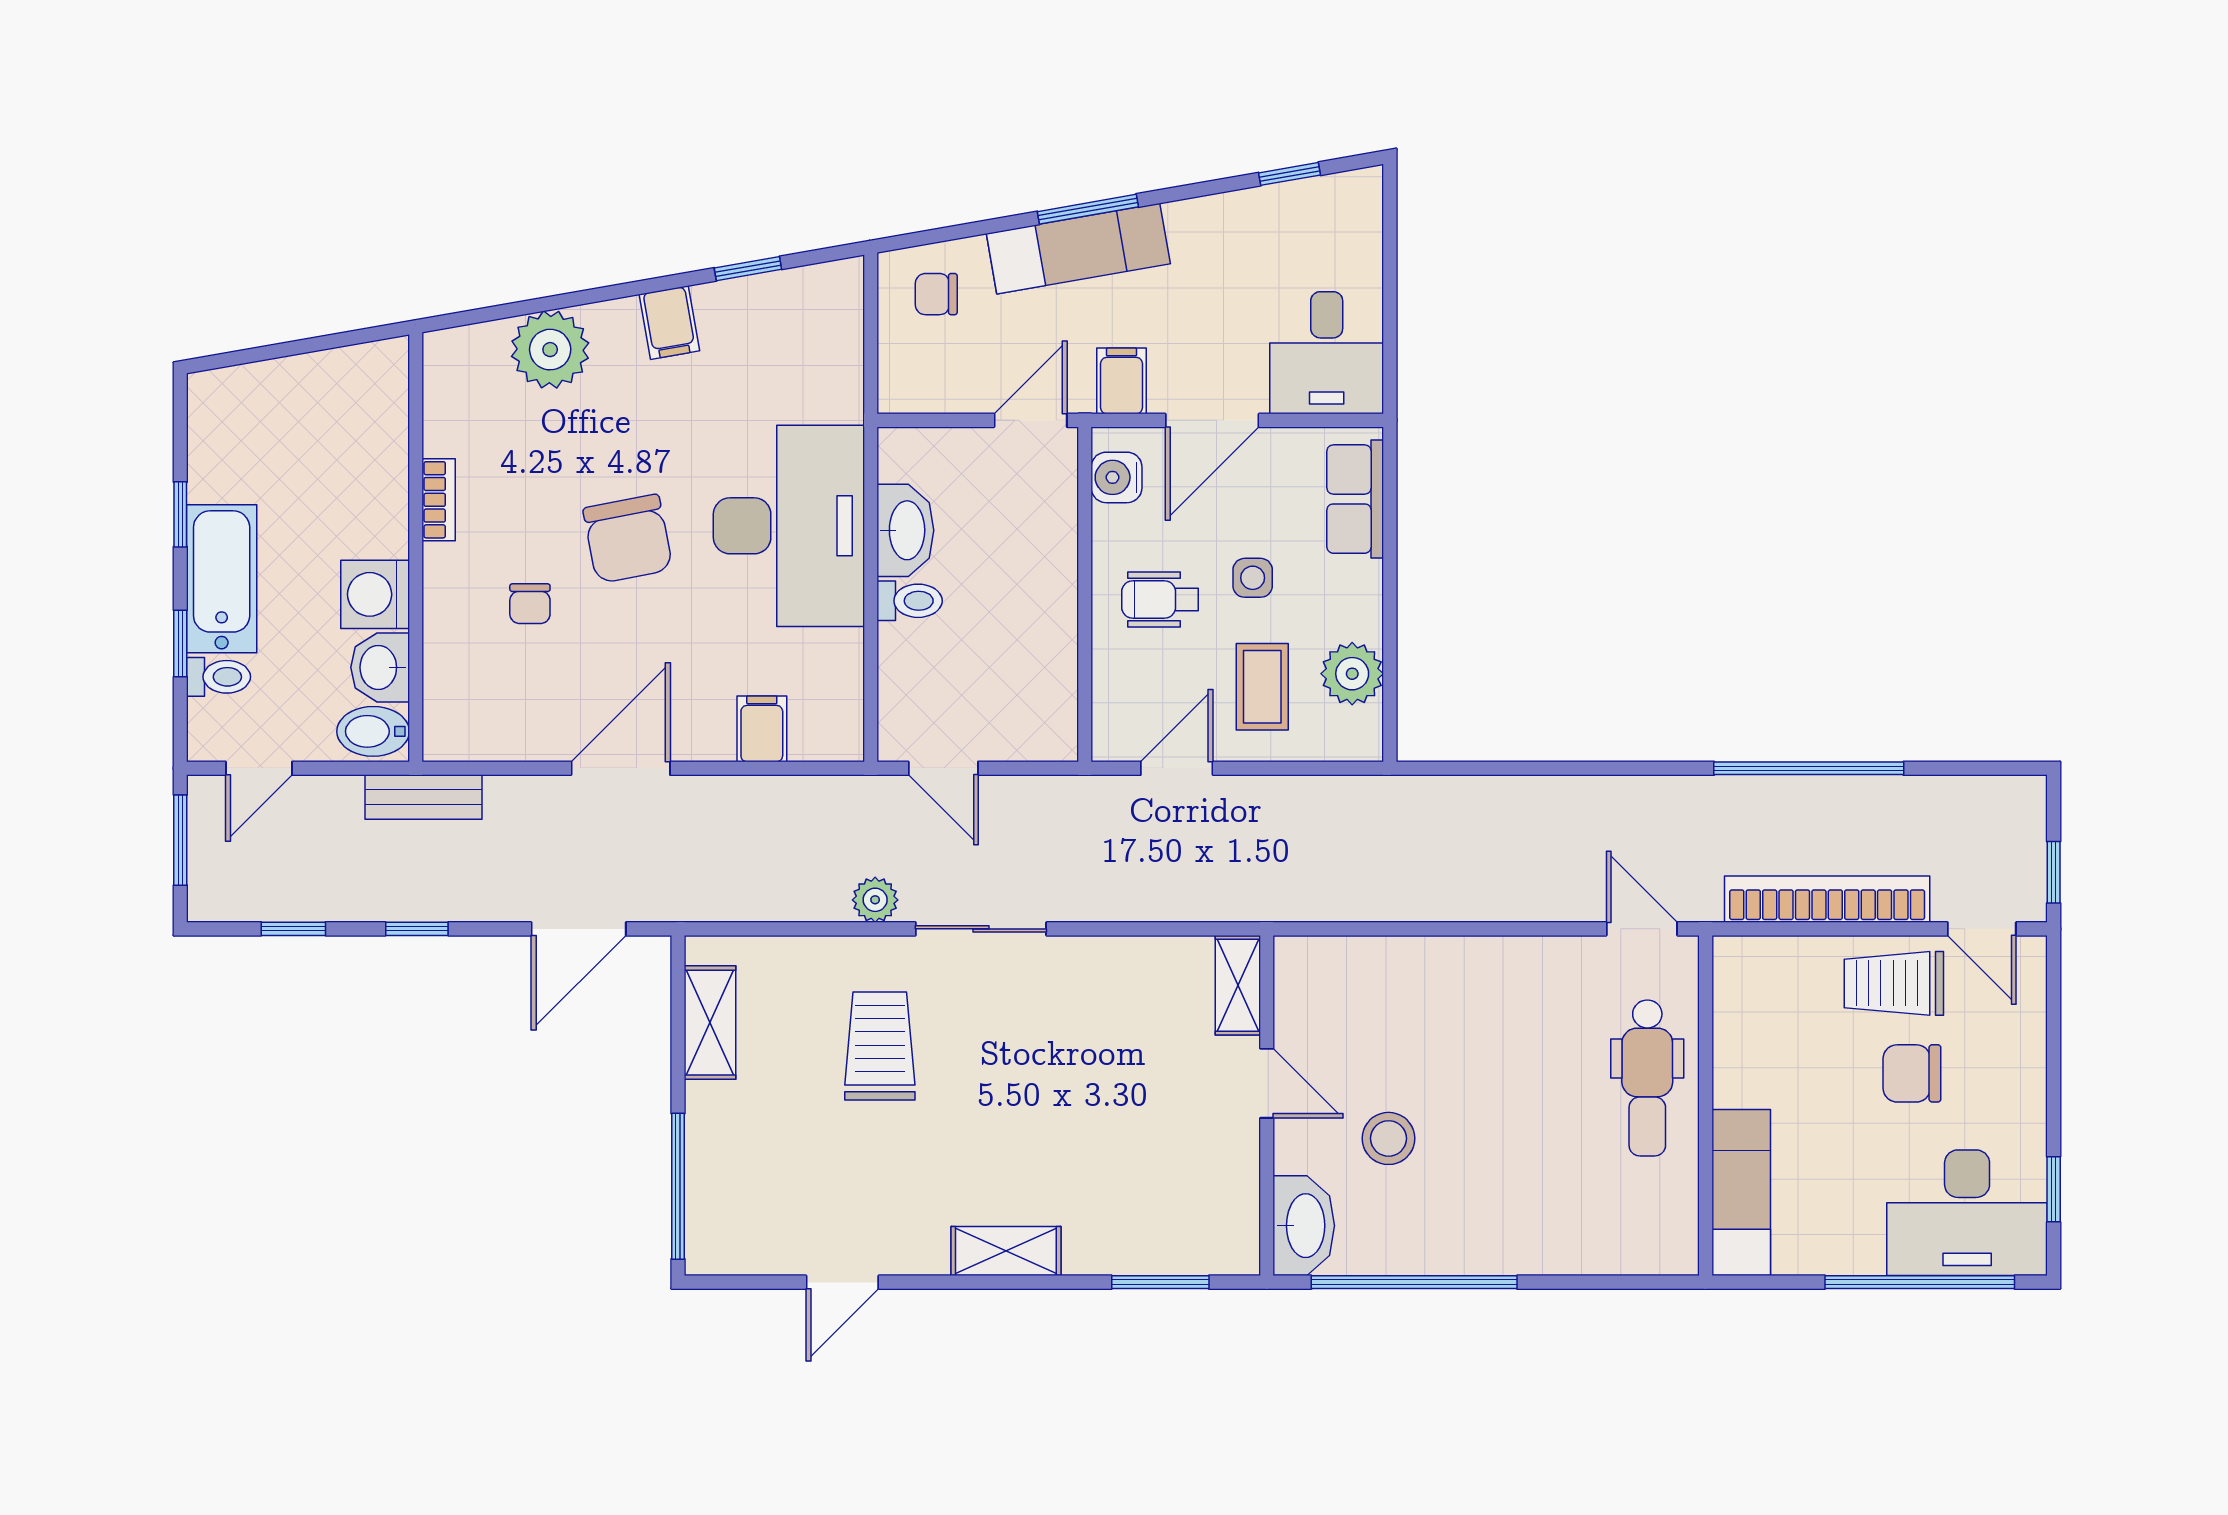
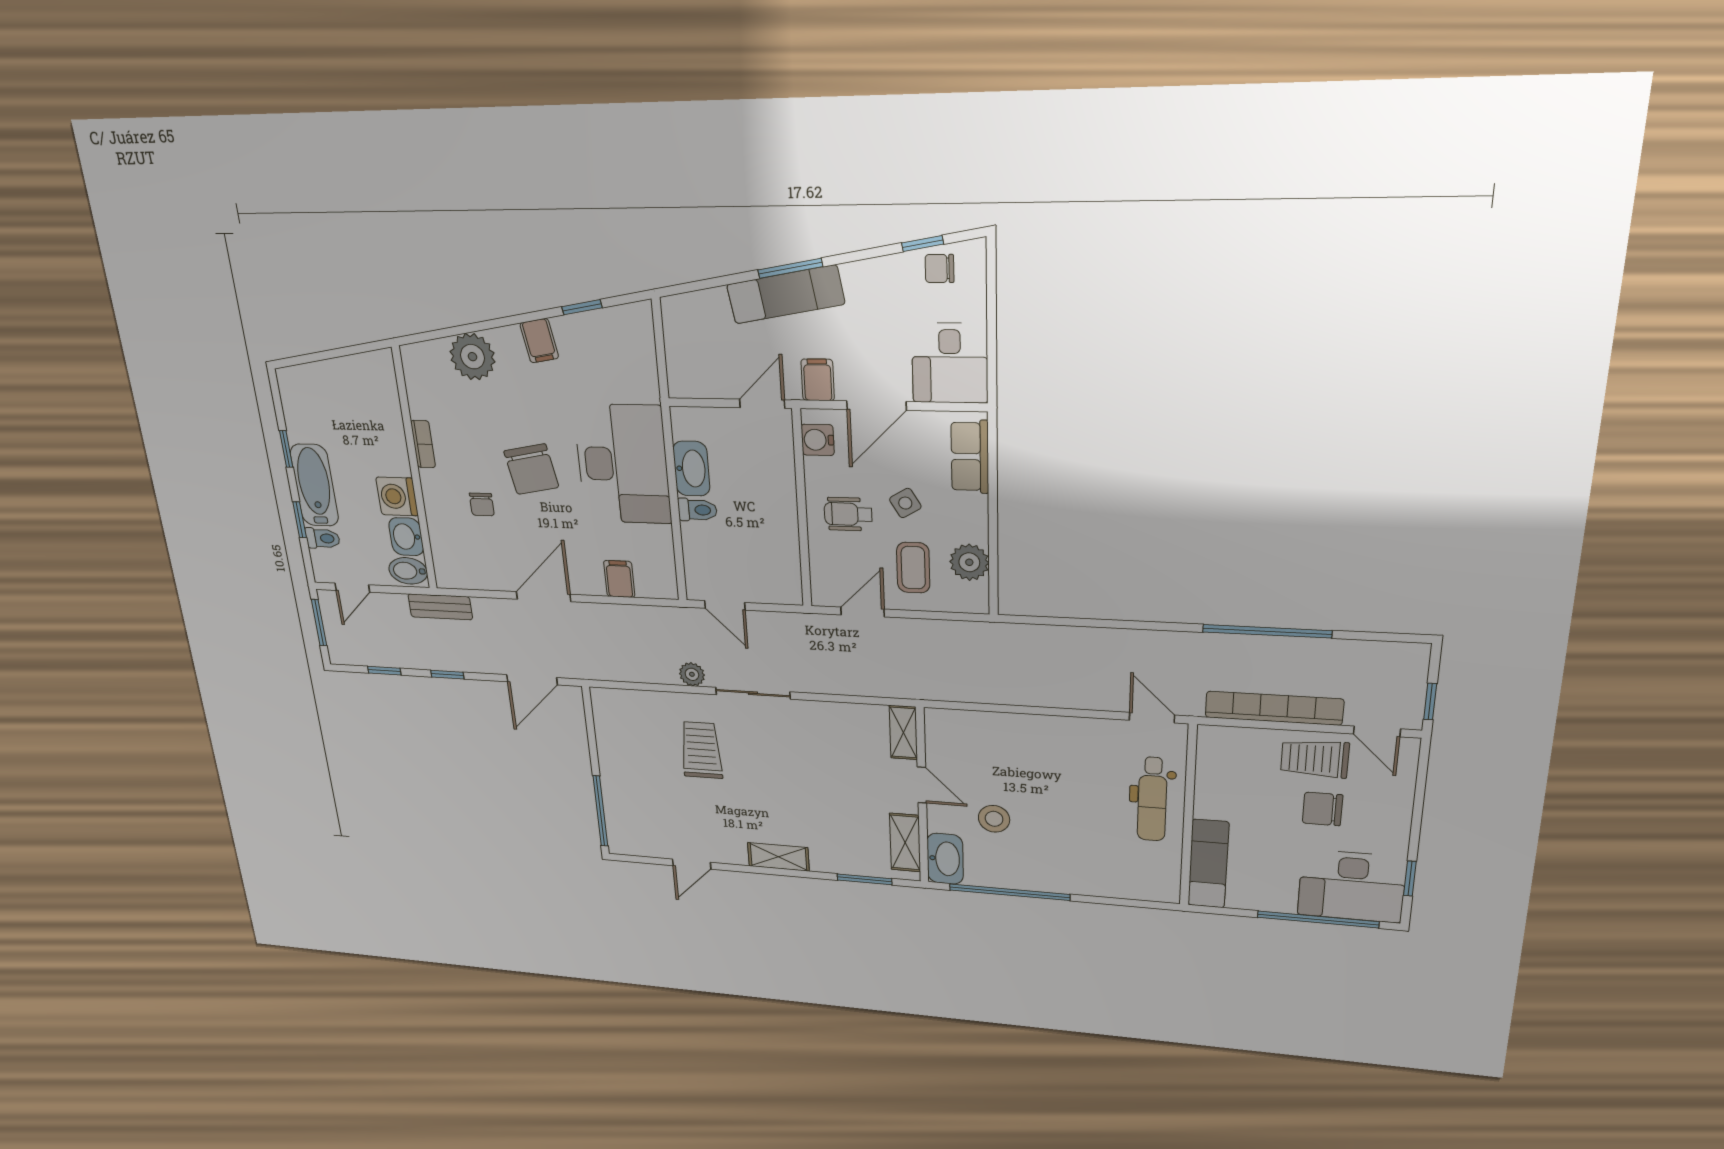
chair: (936, 294) -> (940, 268), moved
side table: (1253, 578) -> (905, 503), turned -31
shelving: (710, 1023) -> (905, 843), moved

